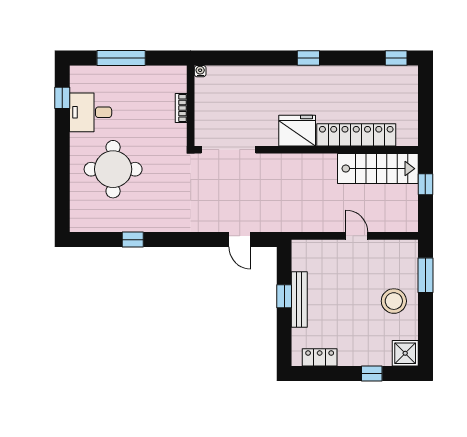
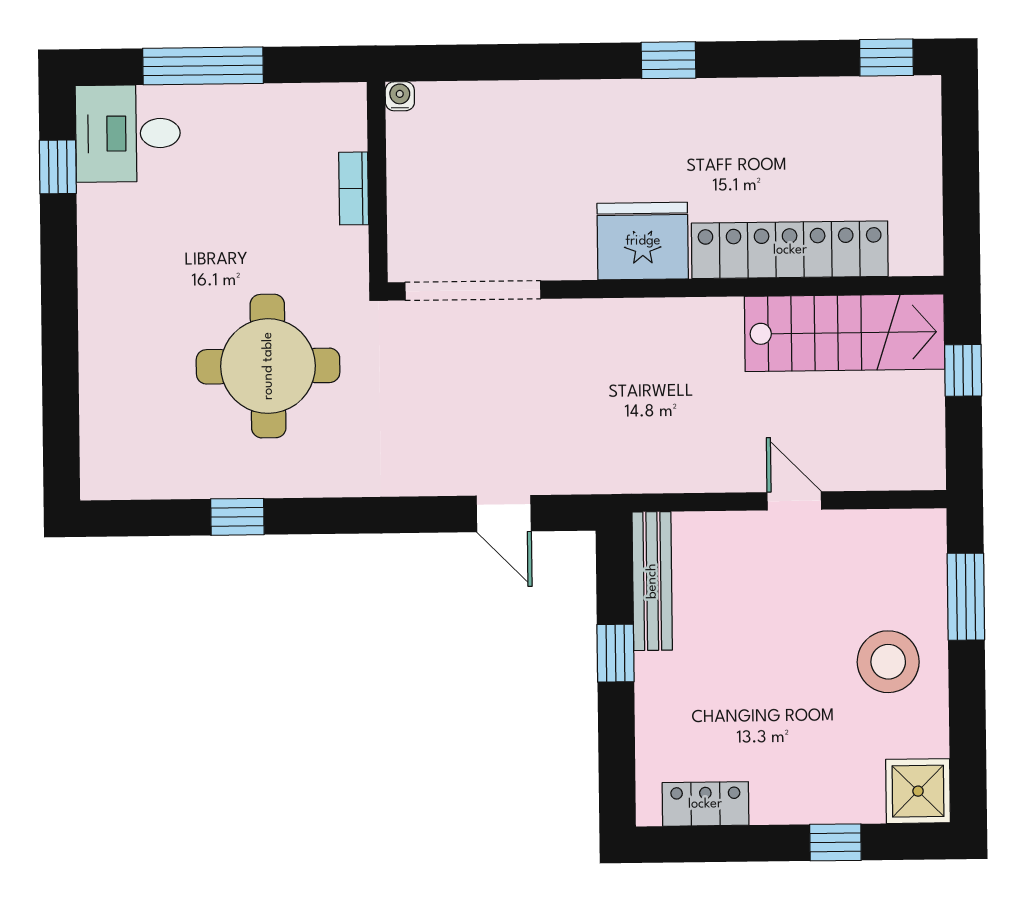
desk: (91, 112) -> (128, 133), moved
round table: (113, 169) -> (268, 366), moved
bench: (299, 299) -> (652, 581), moved

